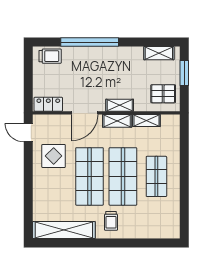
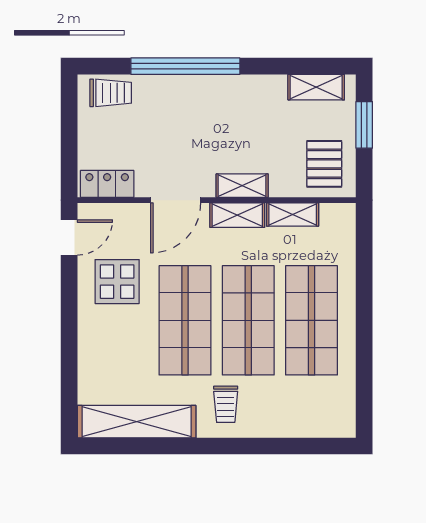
pallet: (163, 94) -> (324, 164), turned 90
door: (28, 133) -> (69, 237), swing flipped
shop shelf: (156, 176) -> (312, 320), width x1.43, depth x1.36

